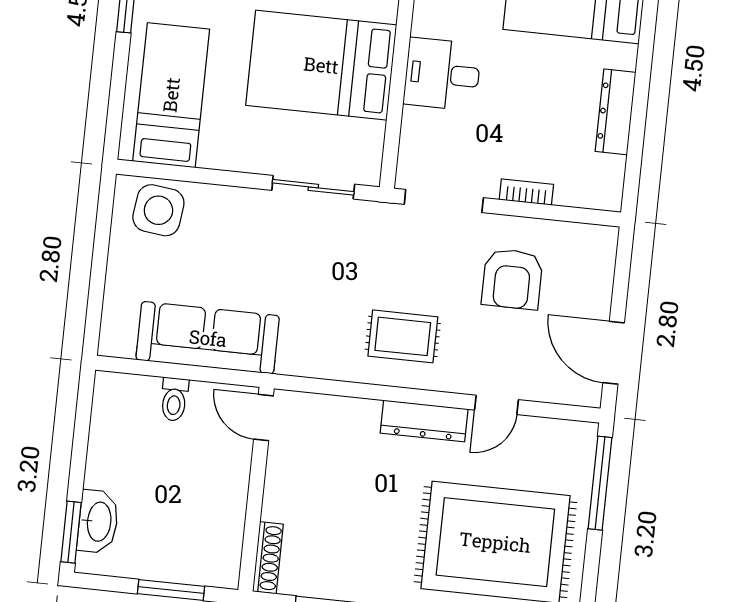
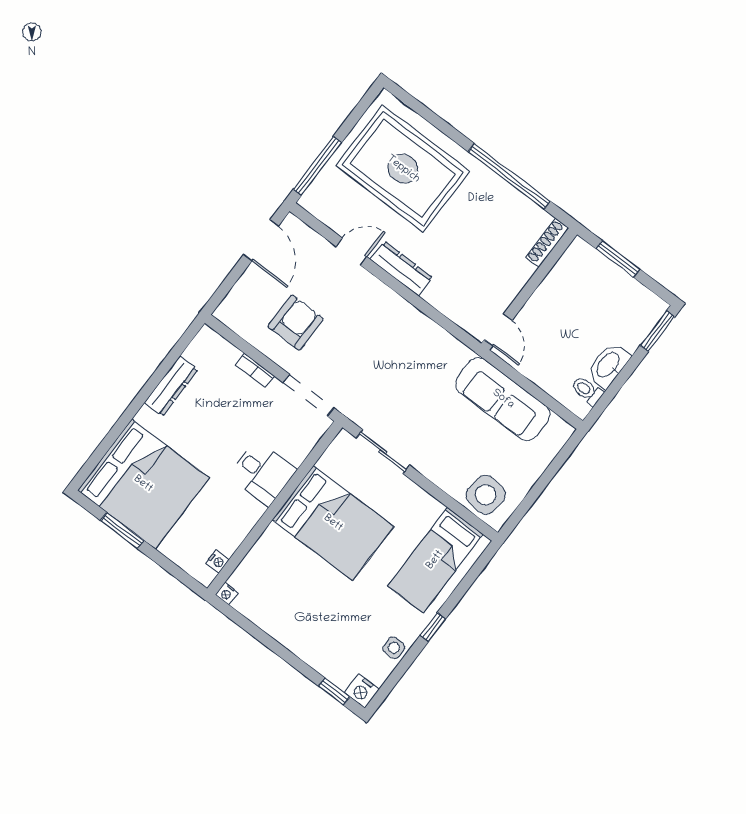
rug: (403, 336) -> (383, 328), removed
toilet: (174, 399) -> (587, 391), moved, turned -90
washbasin: (98, 522) -> (609, 365), moved

